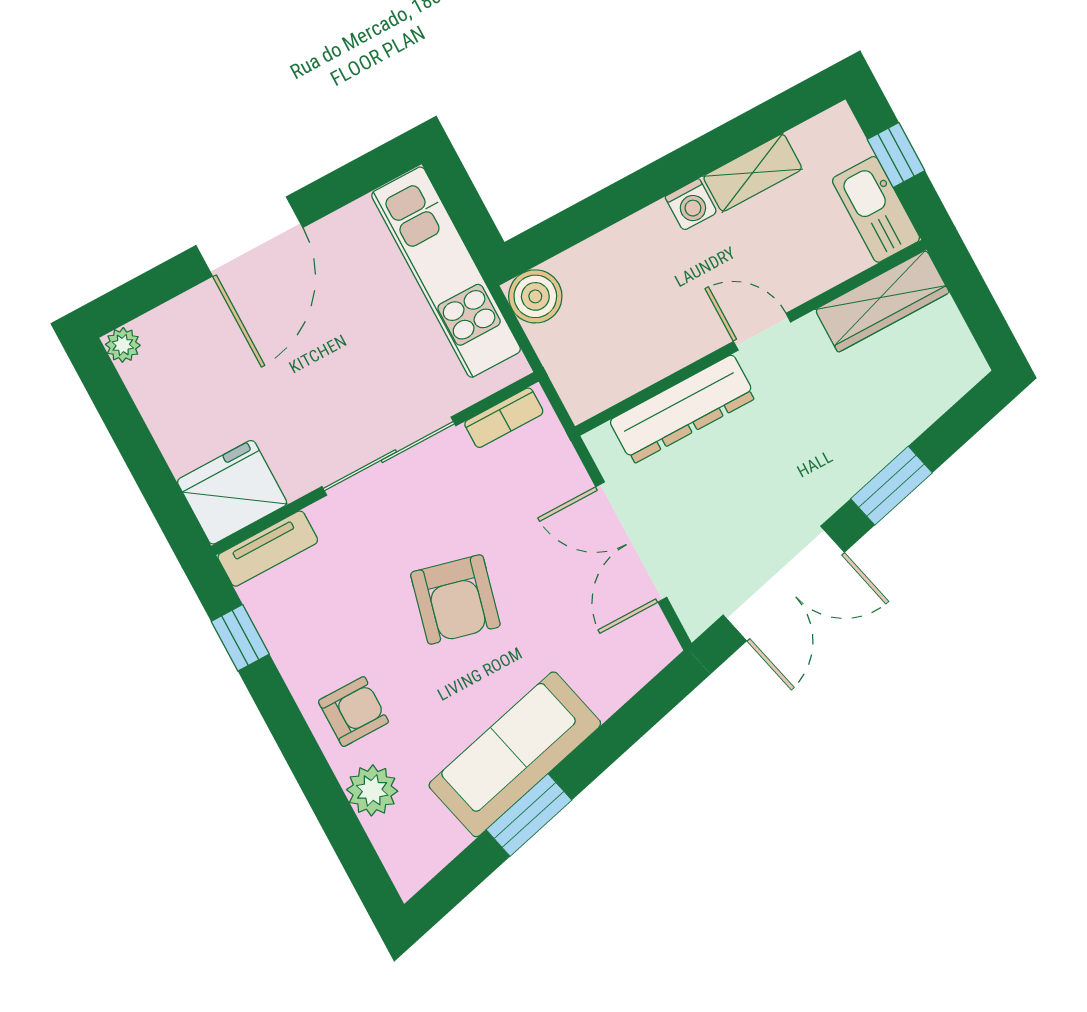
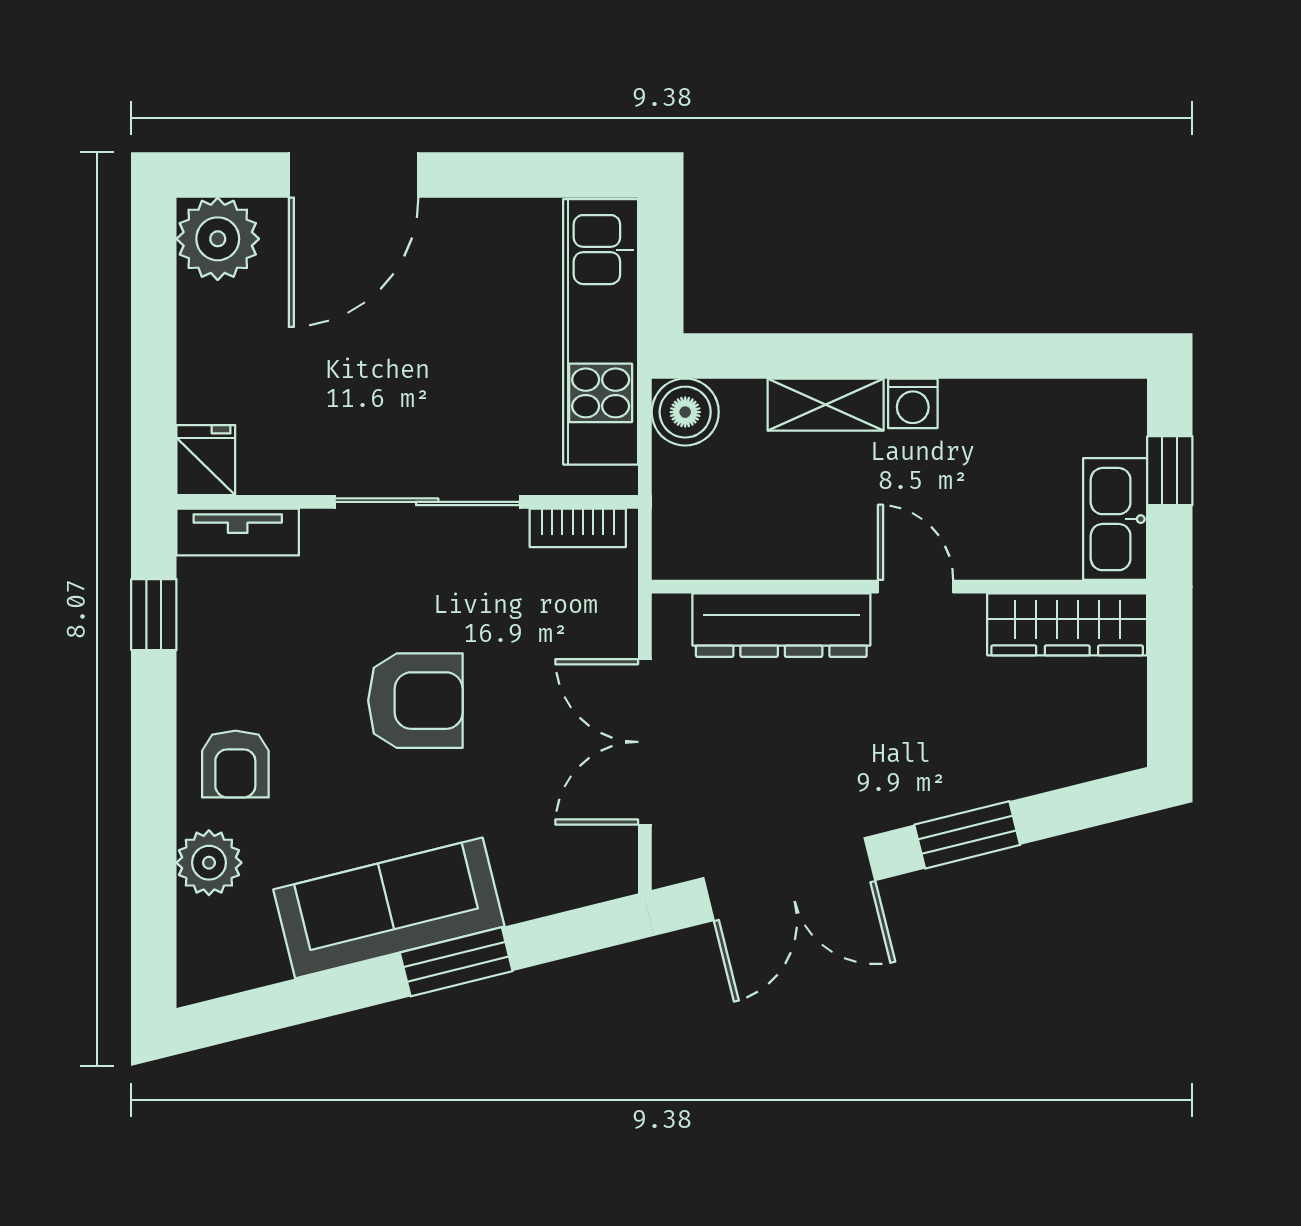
shelving: (753, 173) -> (826, 405), moved
door: (249, 237) -> (354, 175), moved
plant: (123, 345) -> (218, 239), width x1.88, depth x1.88
fridge: (232, 492) -> (206, 460), width x0.53, depth x0.75
armchair: (455, 599) -> (415, 701), turned -104
armchair: (353, 712) -> (235, 764), turned 90
window: (529, 815) -> (456, 962), moved

